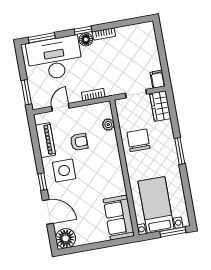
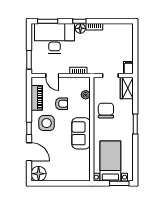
door: (60, 107) -> (52, 76), swing flipped
sofa: (119, 218) -> (81, 133), moved

